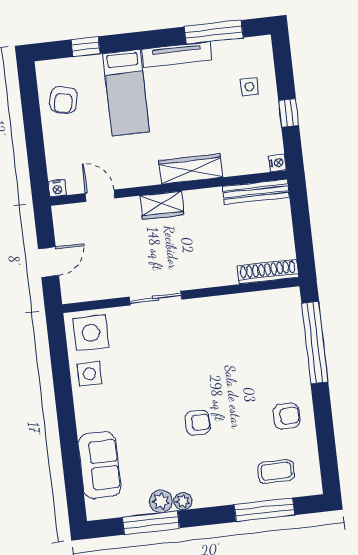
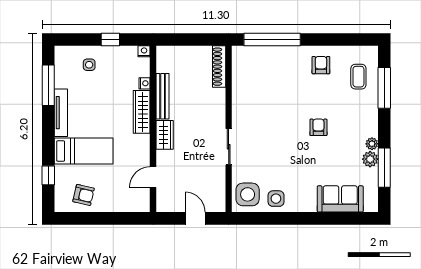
nightstand: (57, 188) -> (145, 83), moved
bench: (256, 192) -> (163, 96), moved

